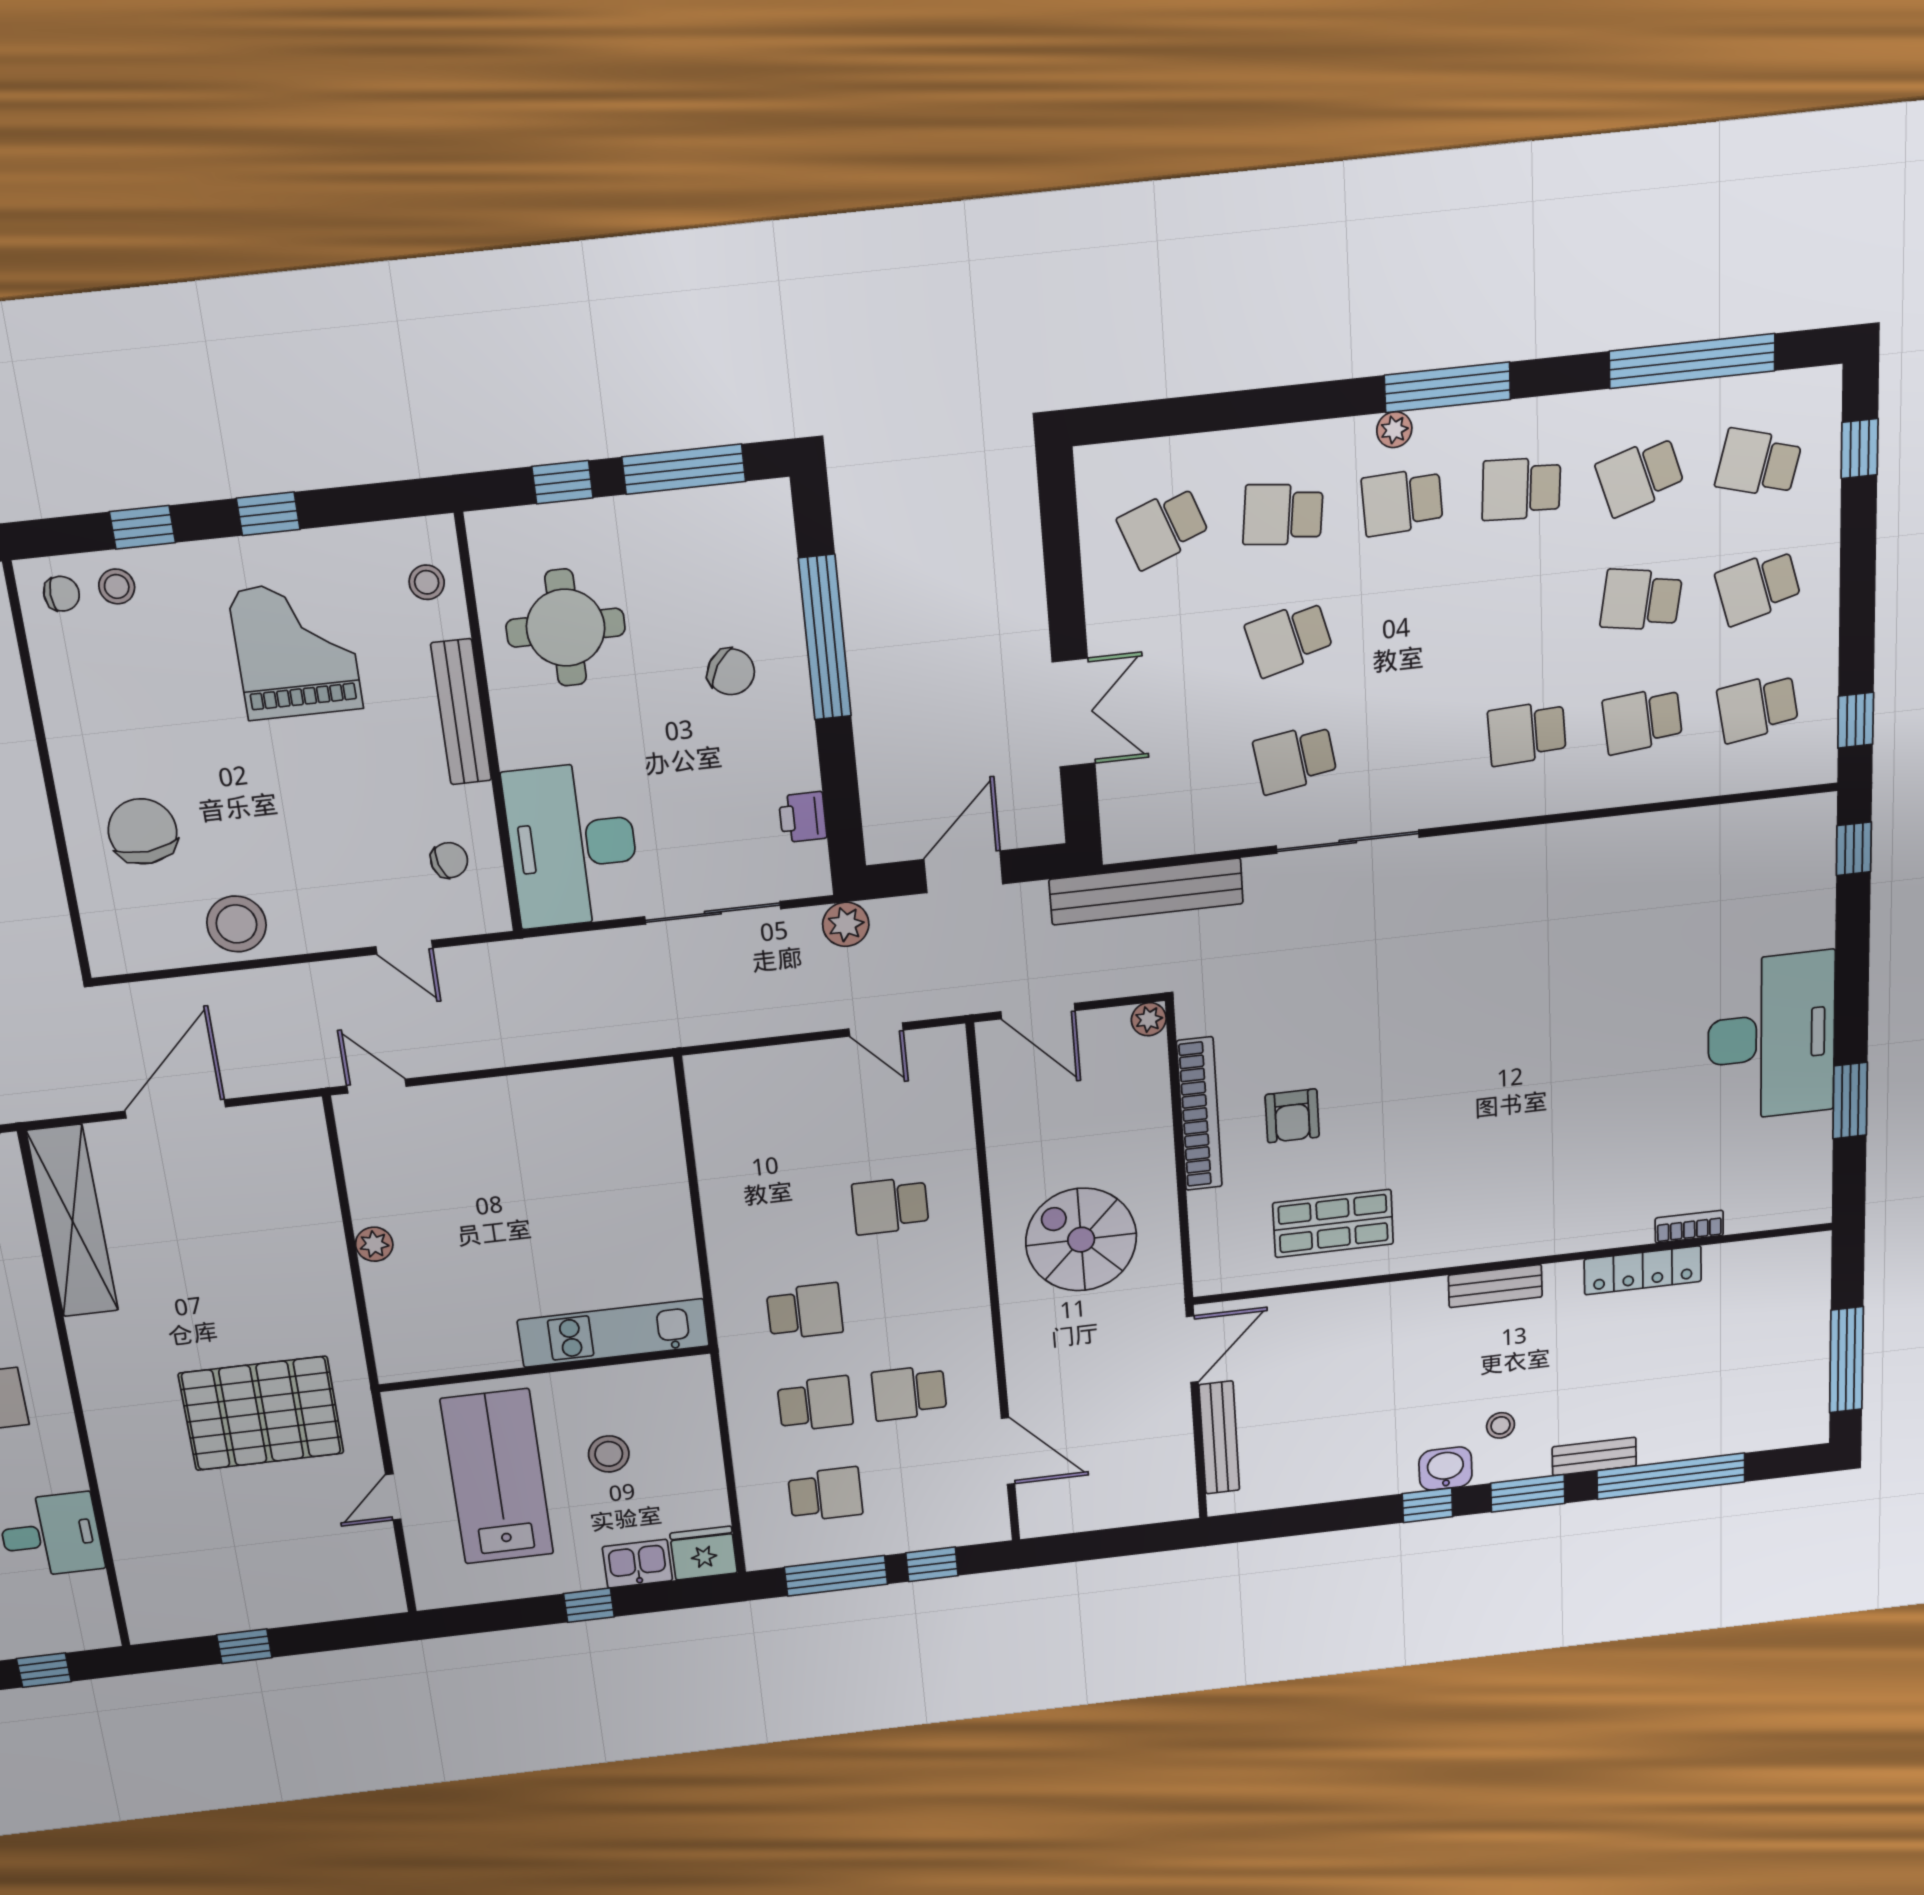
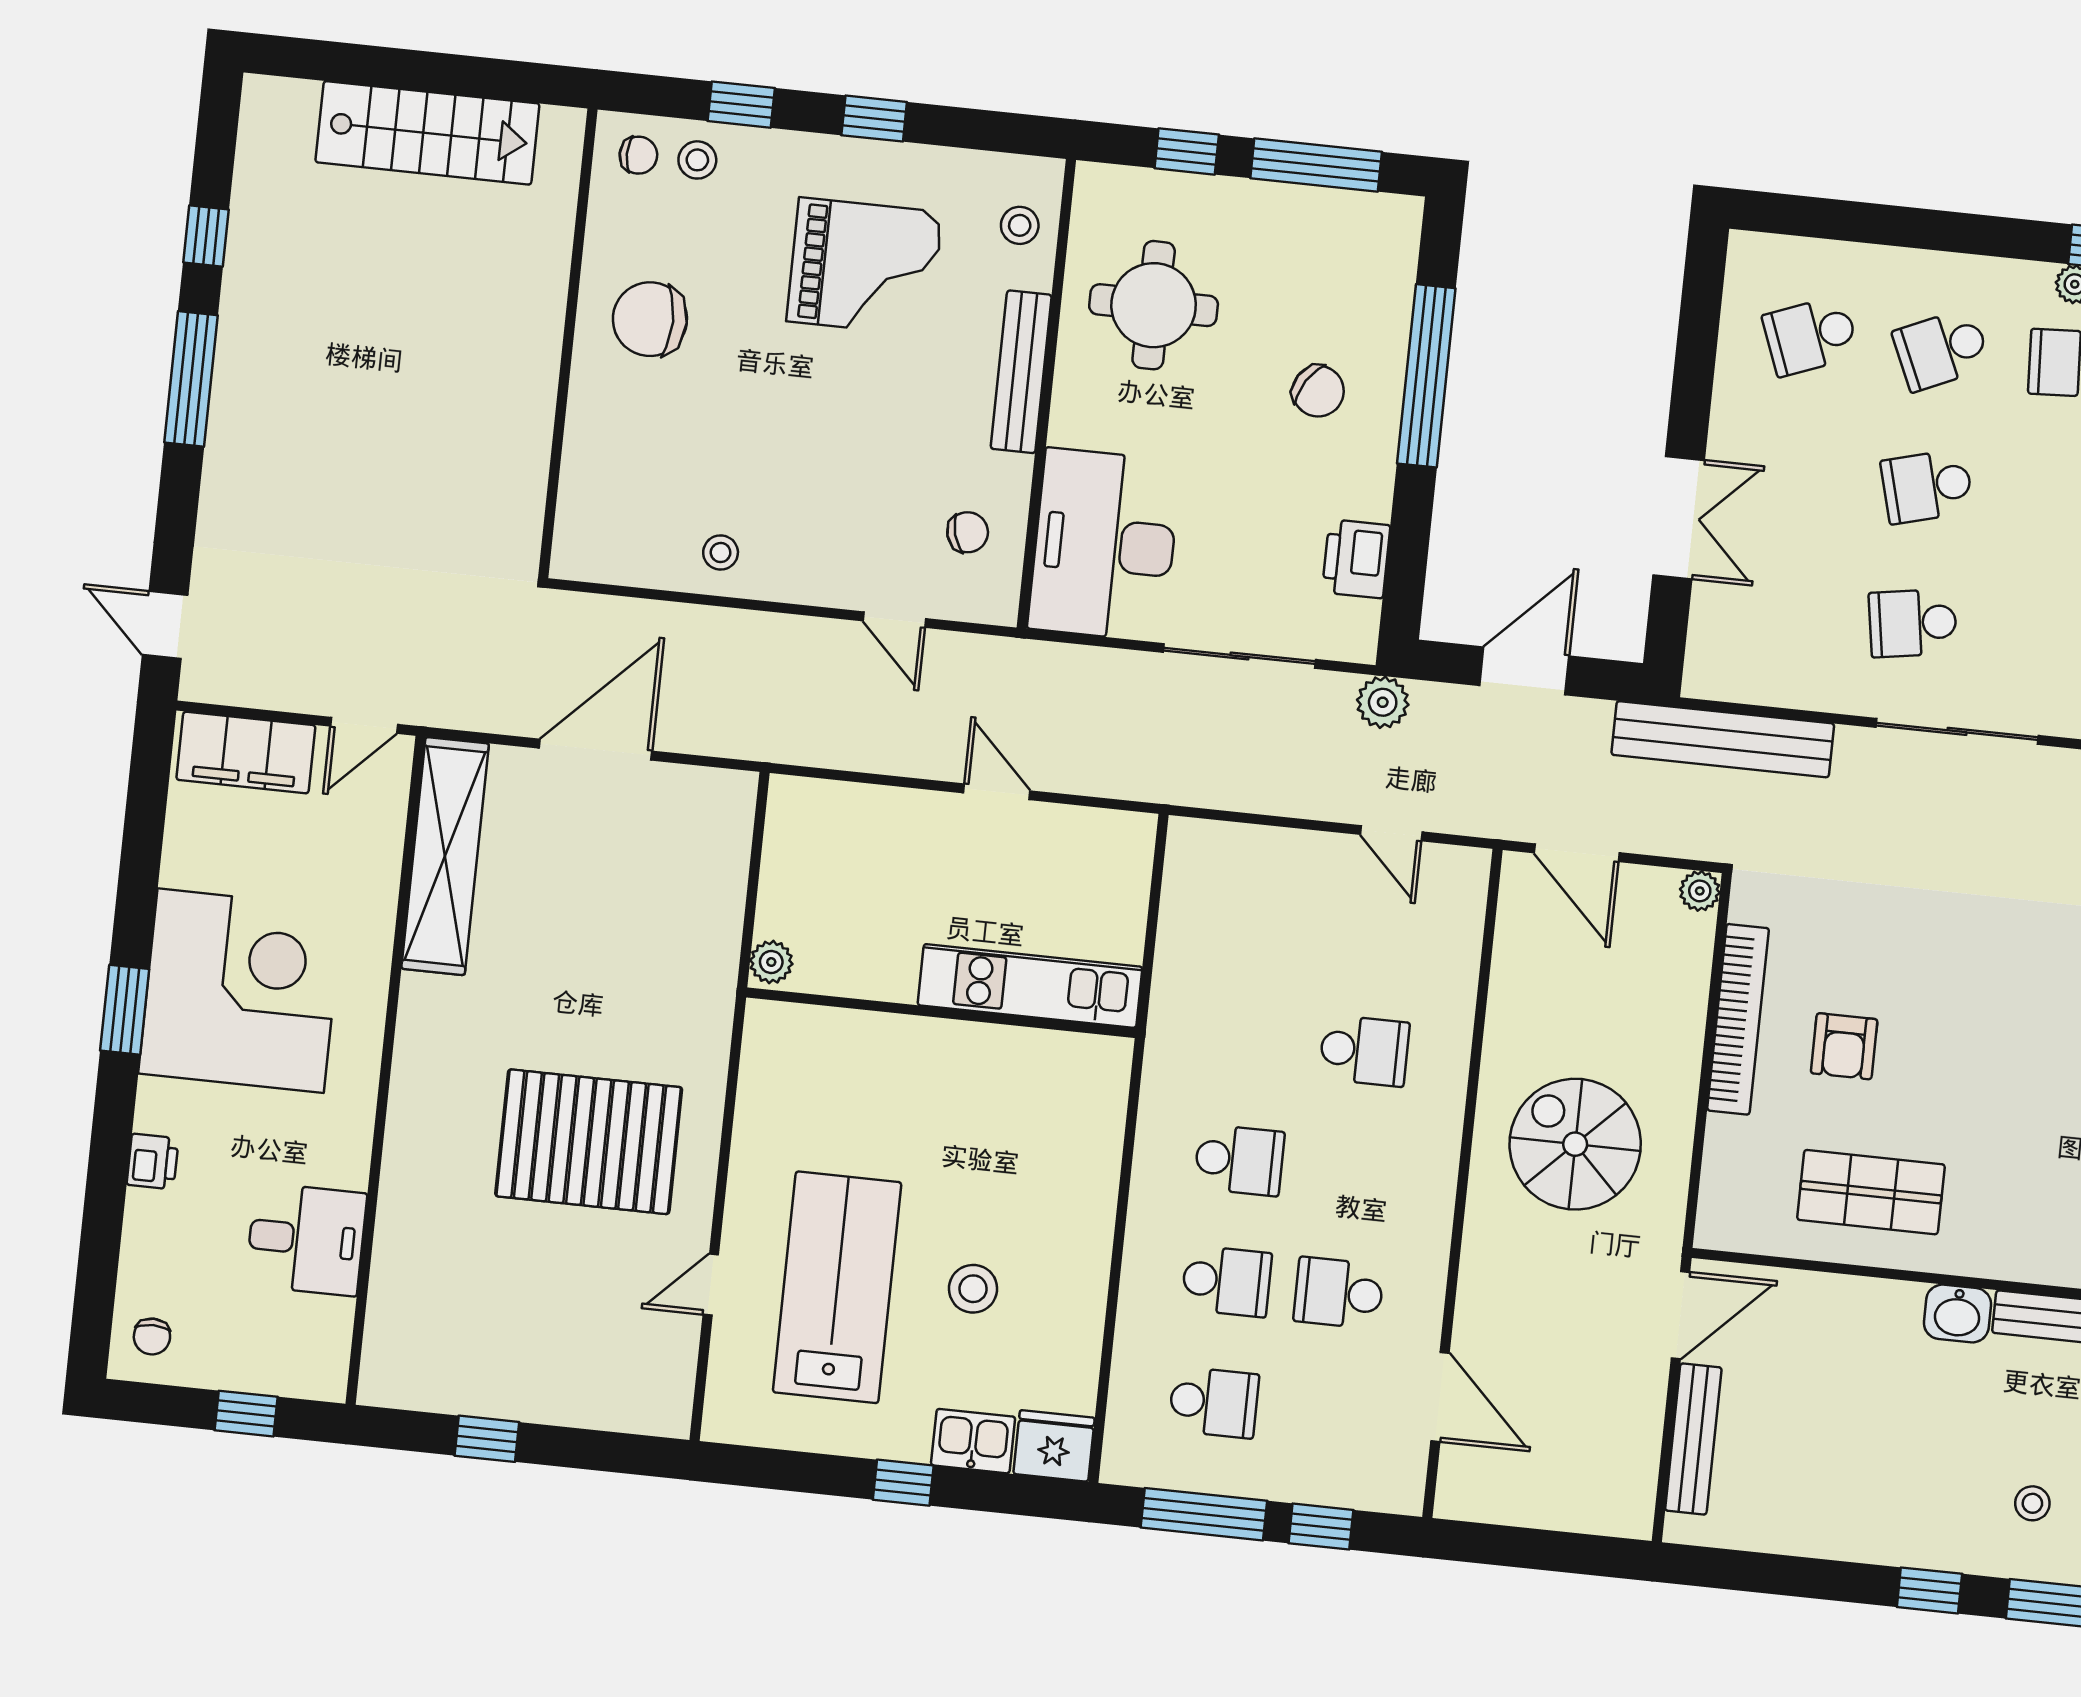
school desk: (1283, 515) -> (1942, 350), turned -30
grand piano: (296, 650) -> (865, 267), turned 90
printer: (803, 817) -> (1356, 559), width x1.36, depth x1.24
chair: (143, 831) -> (650, 319), moved, turned -85
stool: (236, 924) -> (721, 553), width x0.53, depth x0.53
door: (376, 1086) -> (997, 792), moved
school desk: (890, 1206) -> (1364, 1051), turned 180
kitchen unit: (613, 1333) -> (1030, 986), moved
wall: (545, 1369) -> (941, 1013), moved
washbasin: (1445, 1469) -> (1957, 1313), moved, turned 180

